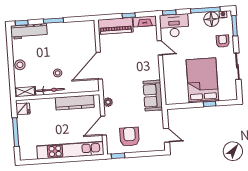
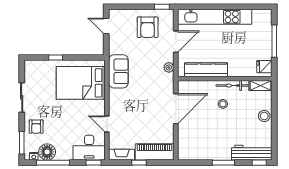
bed: (202, 80) -> (81, 83), moved, turned 90

